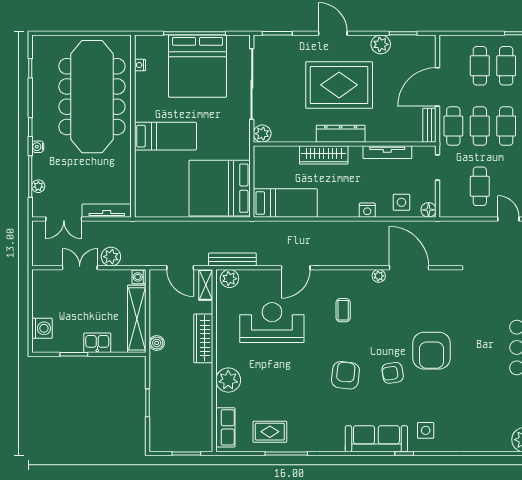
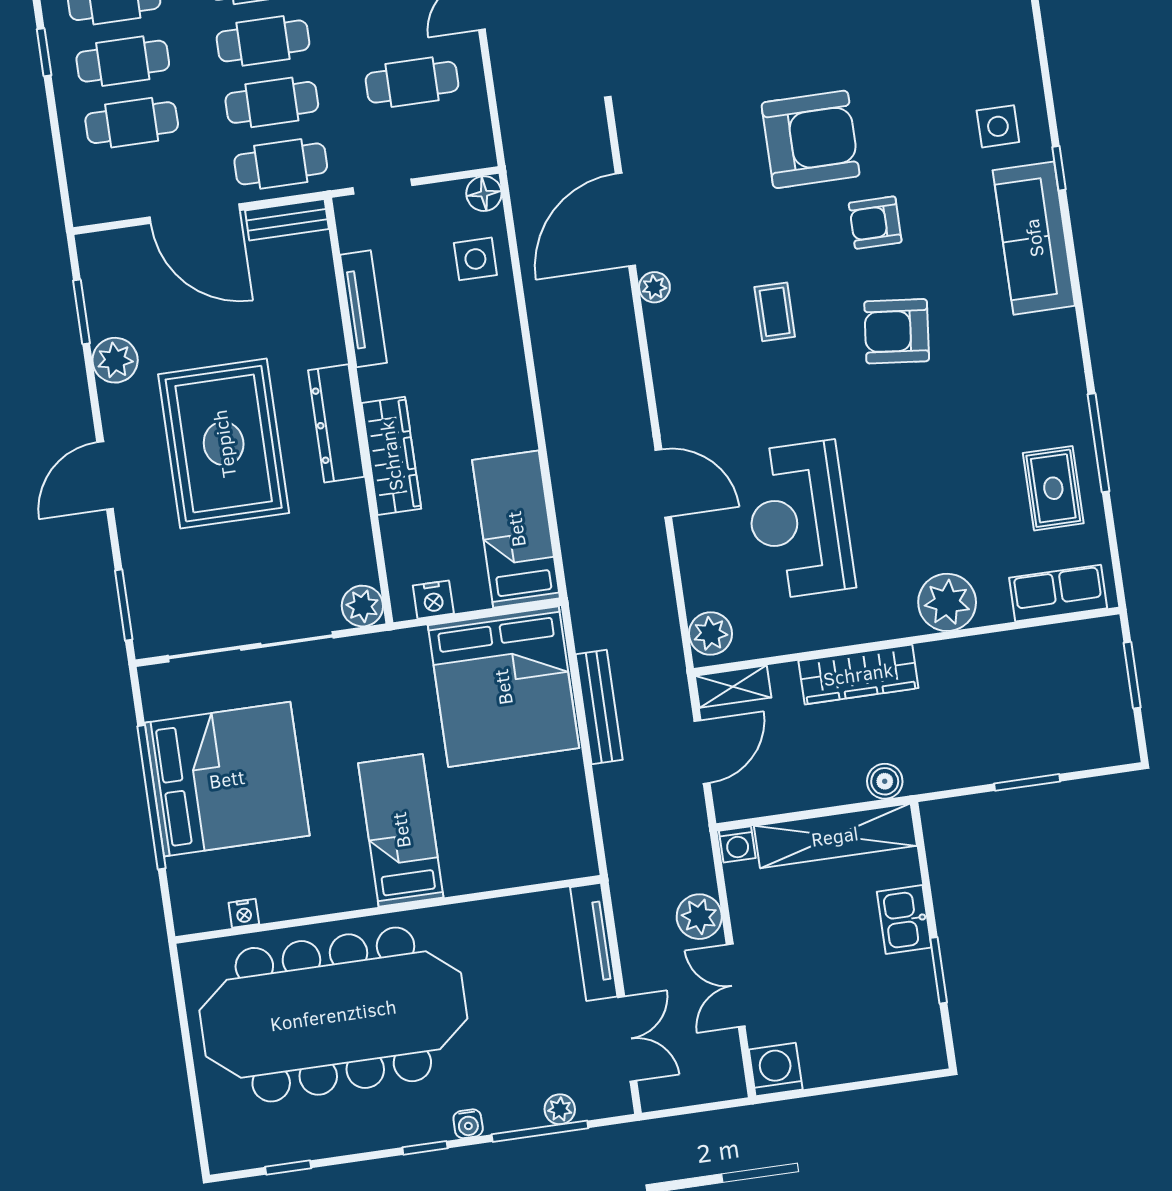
nightstand: (367, 210) -> (433, 600), moved, turned 90
bench: (232, 260) -> (599, 707), moved
coffee table: (343, 310) -> (775, 312), moved, turned 90
washing machine: (42, 328) -> (776, 1069), moved
armchair: (393, 373) -> (875, 223), turned 99

